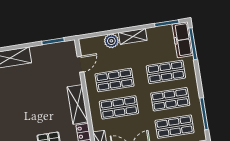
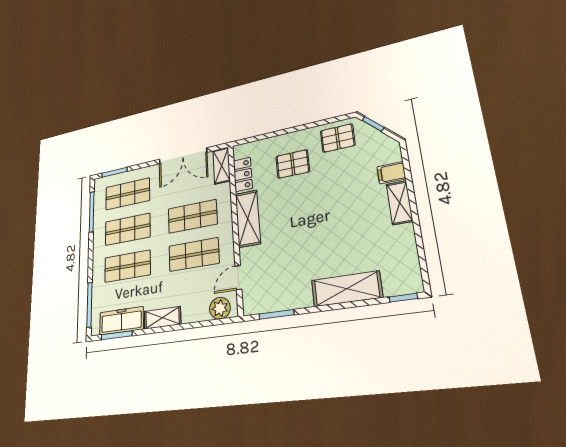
freezer: (183, 40) -> (121, 321), moved, turned -90
plant: (111, 41) -> (220, 308), moved

